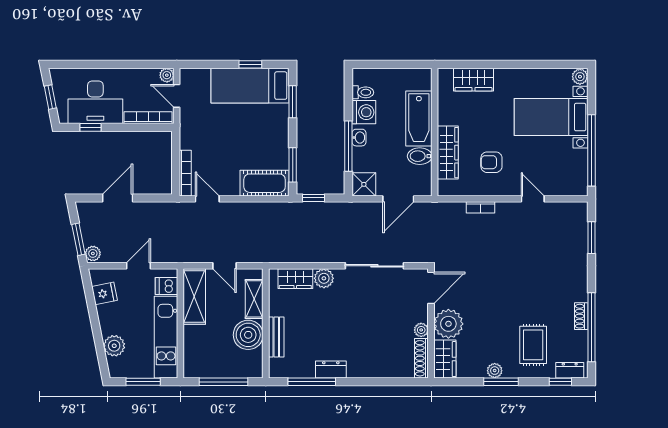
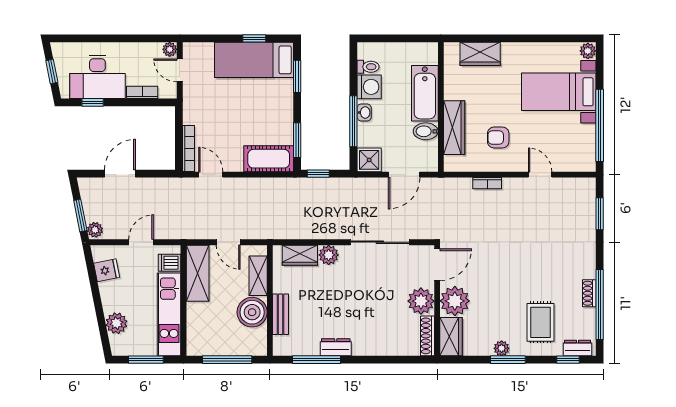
bookcase: (148, 118) -> (142, 92), width x0.64
plant: (421, 330) -> (421, 301), width x1.88, depth x1.88

